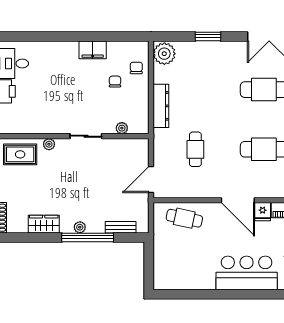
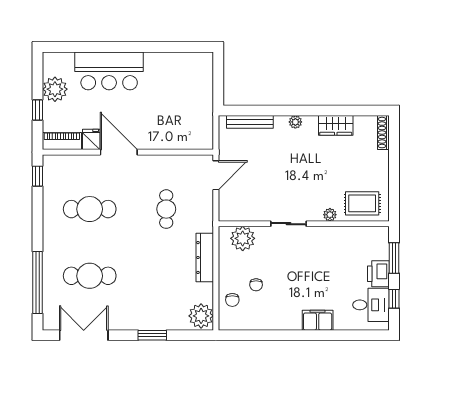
filing cabinet: (93, 50) -> (318, 320), moved
plant: (122, 128) -> (243, 238), width x1.87, depth x1.87
cafe table: (184, 218) -> (179, 132), removed
bench: (121, 227) -> (250, 122), width x1.36
window: (88, 237) -> (287, 111), removed

